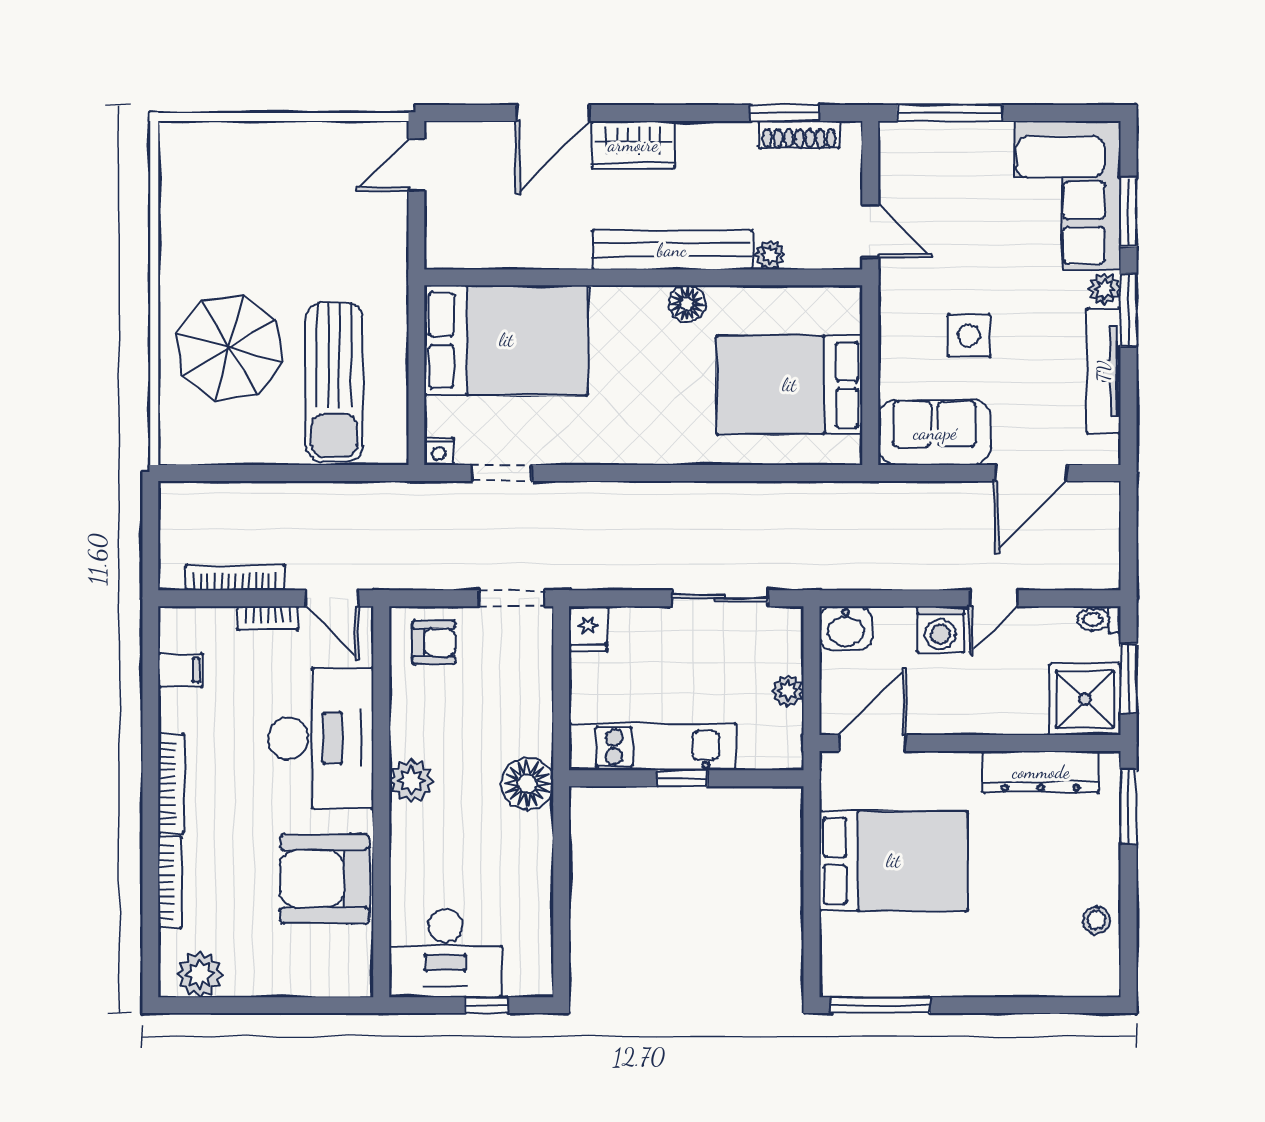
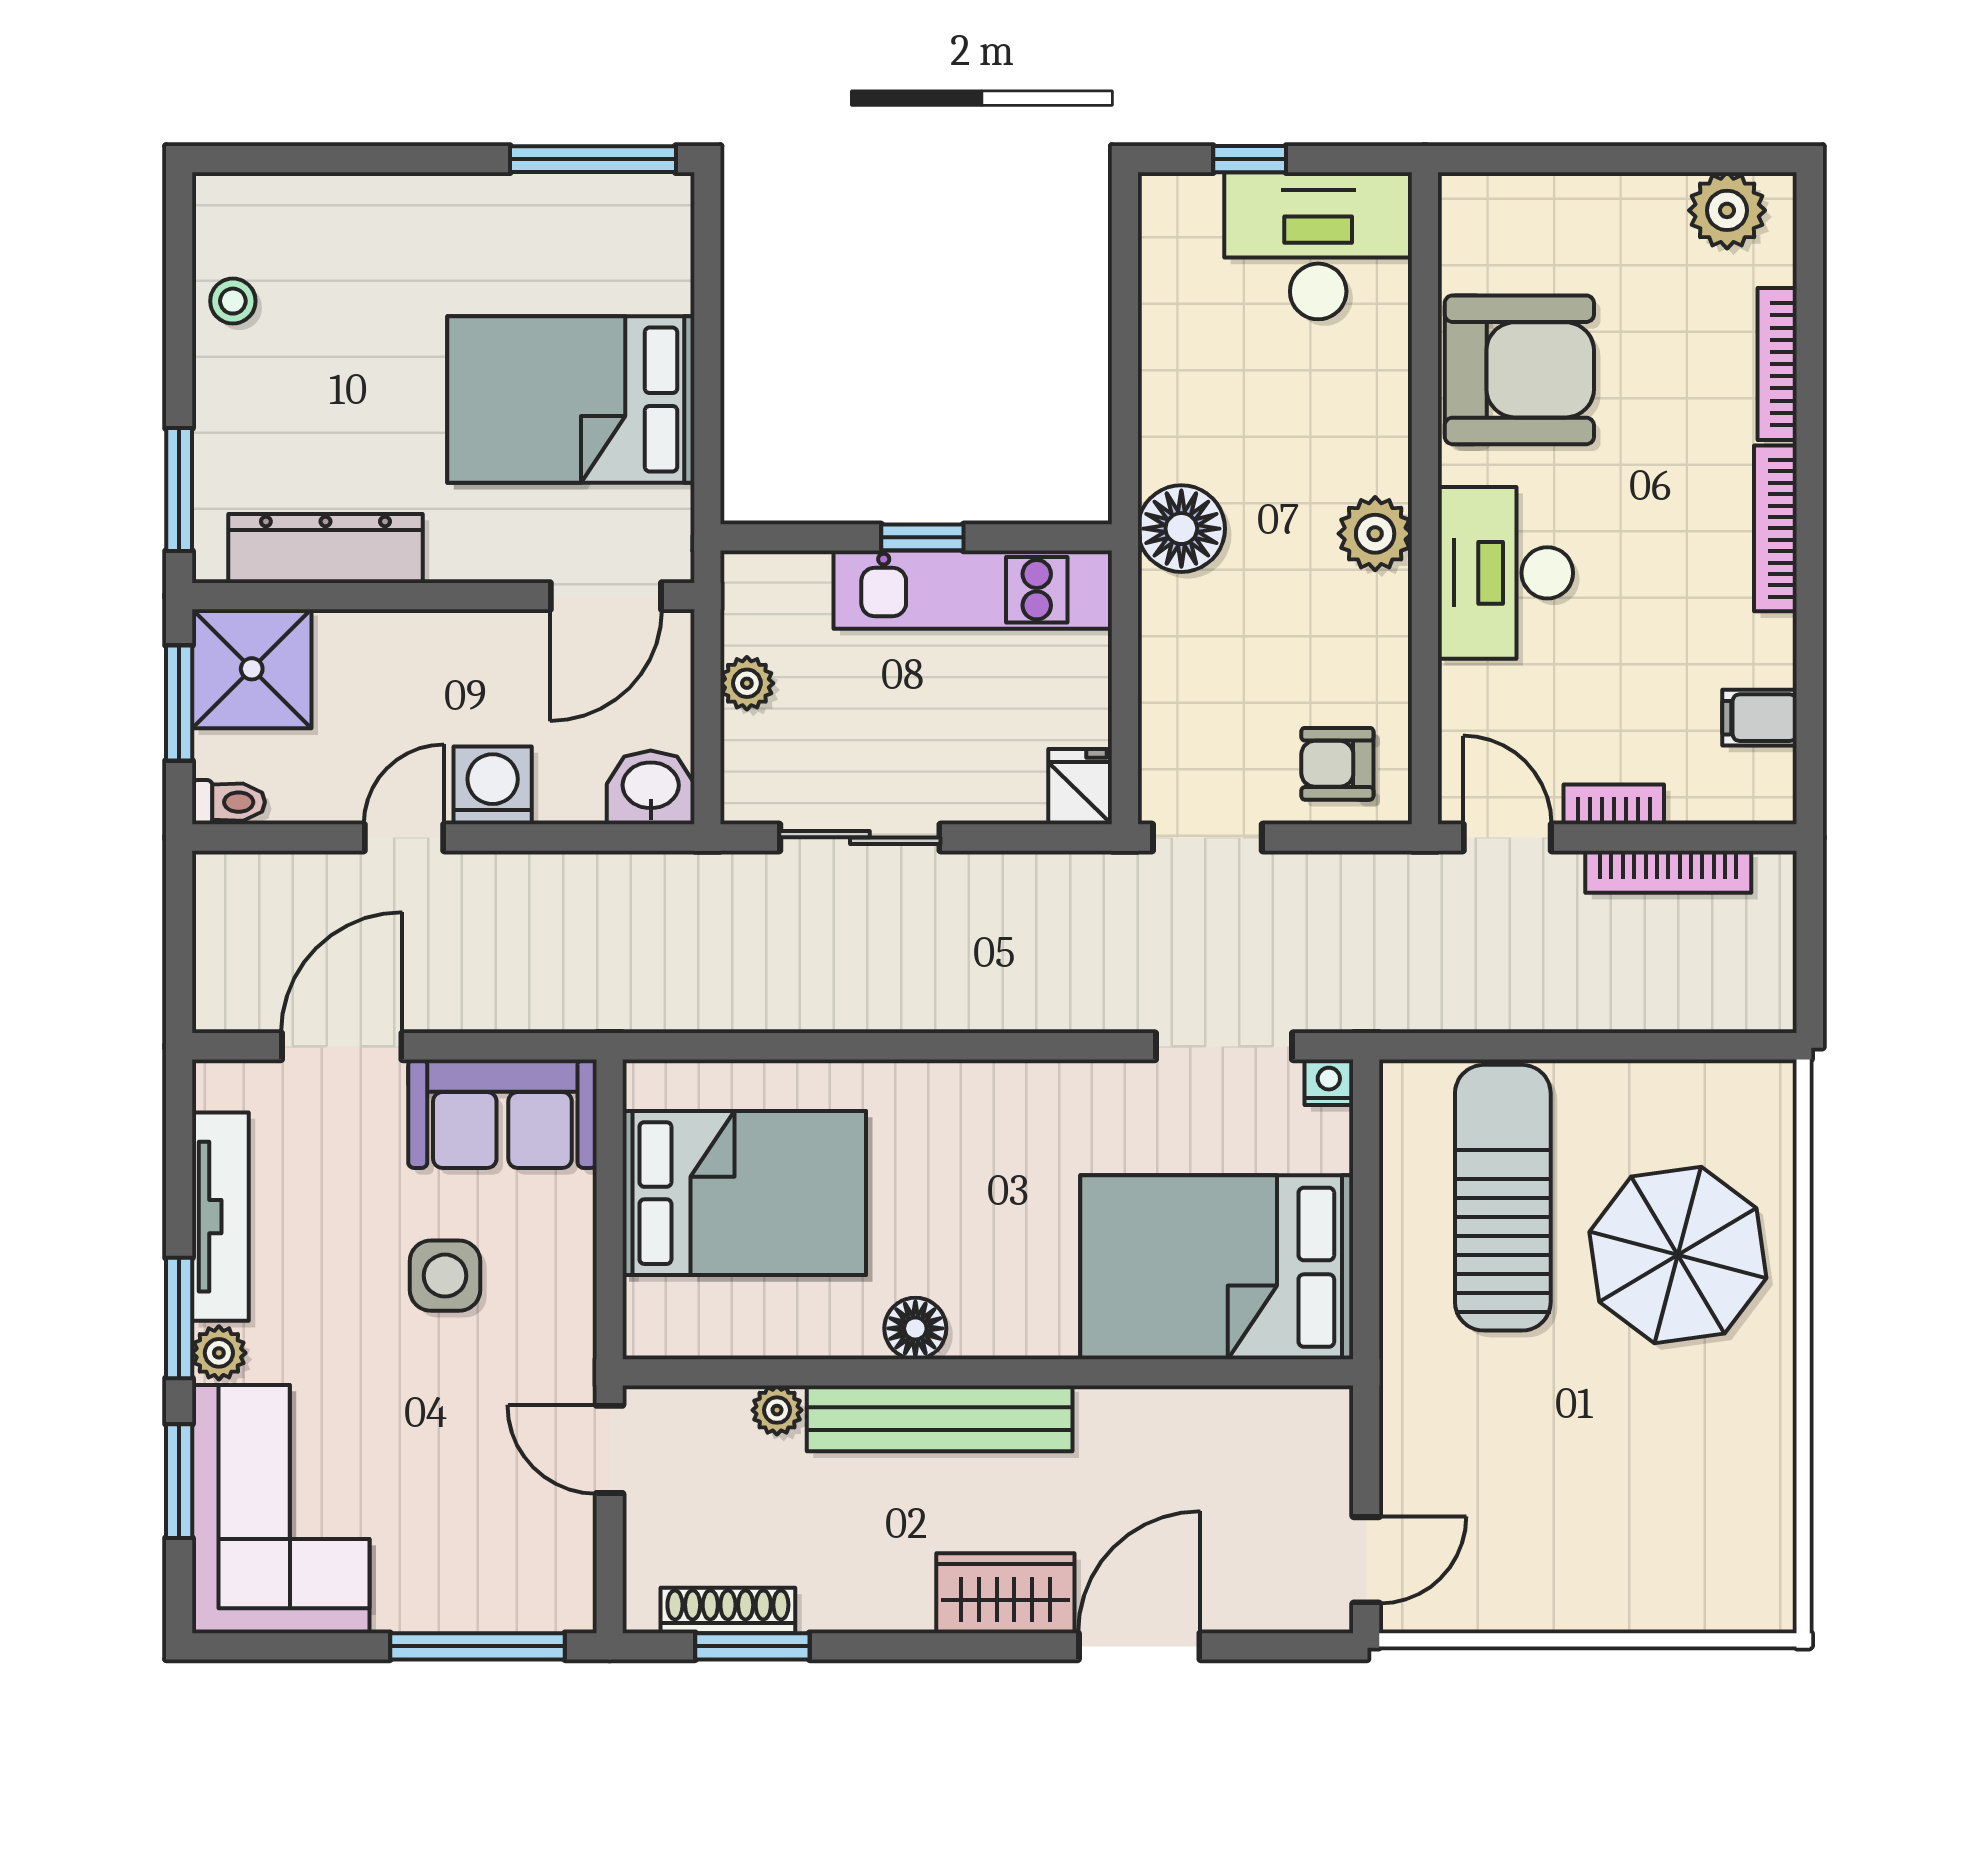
doorway: (502, 473) -> (1224, 1046), width x1.38
desk: (321, 738) -> (1505, 573), width x0.73, depth x0.77

